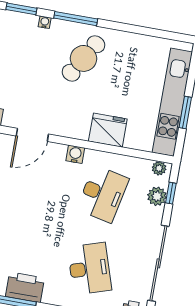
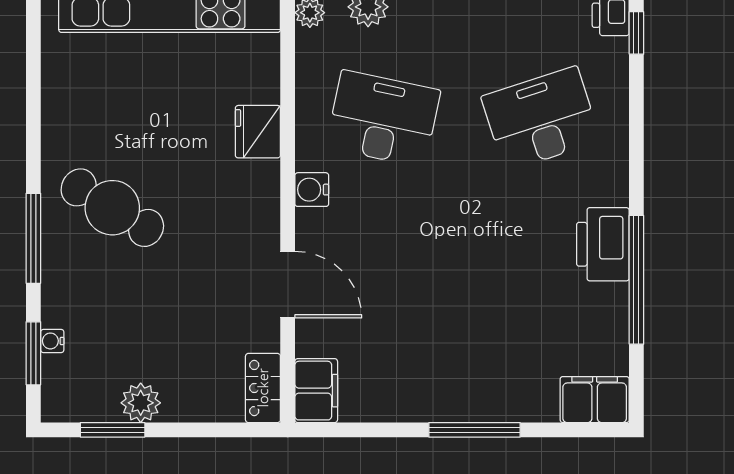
water cooler: (45, 22) -> (52, 341), moved
fridge: (108, 130) -> (258, 132), width x0.73, depth x0.75

